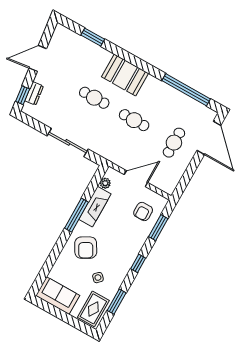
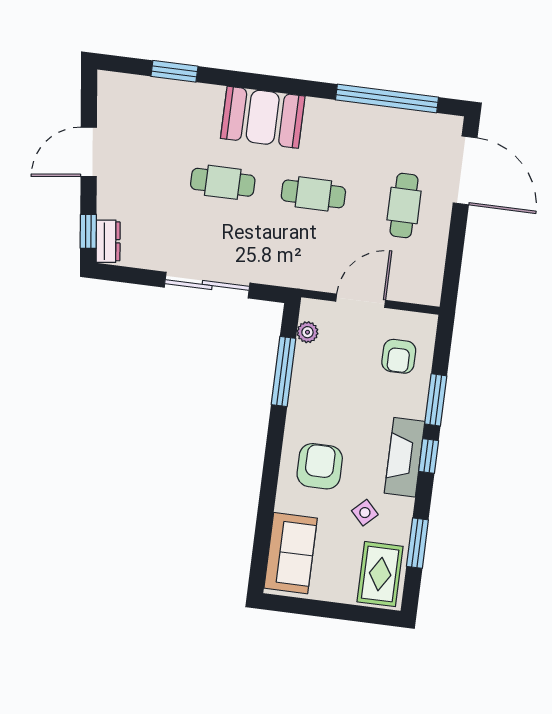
dresser: (34, 93) -> (108, 241), moved
fireplace: (95, 207) -> (405, 457), moved, turned 180
window: (77, 215) -> (284, 371), moved
window: (158, 228) -> (436, 400), moved
armchair: (86, 248) -> (320, 466), turned -150
sofa: (58, 296) -> (291, 553), moved, turned 90

